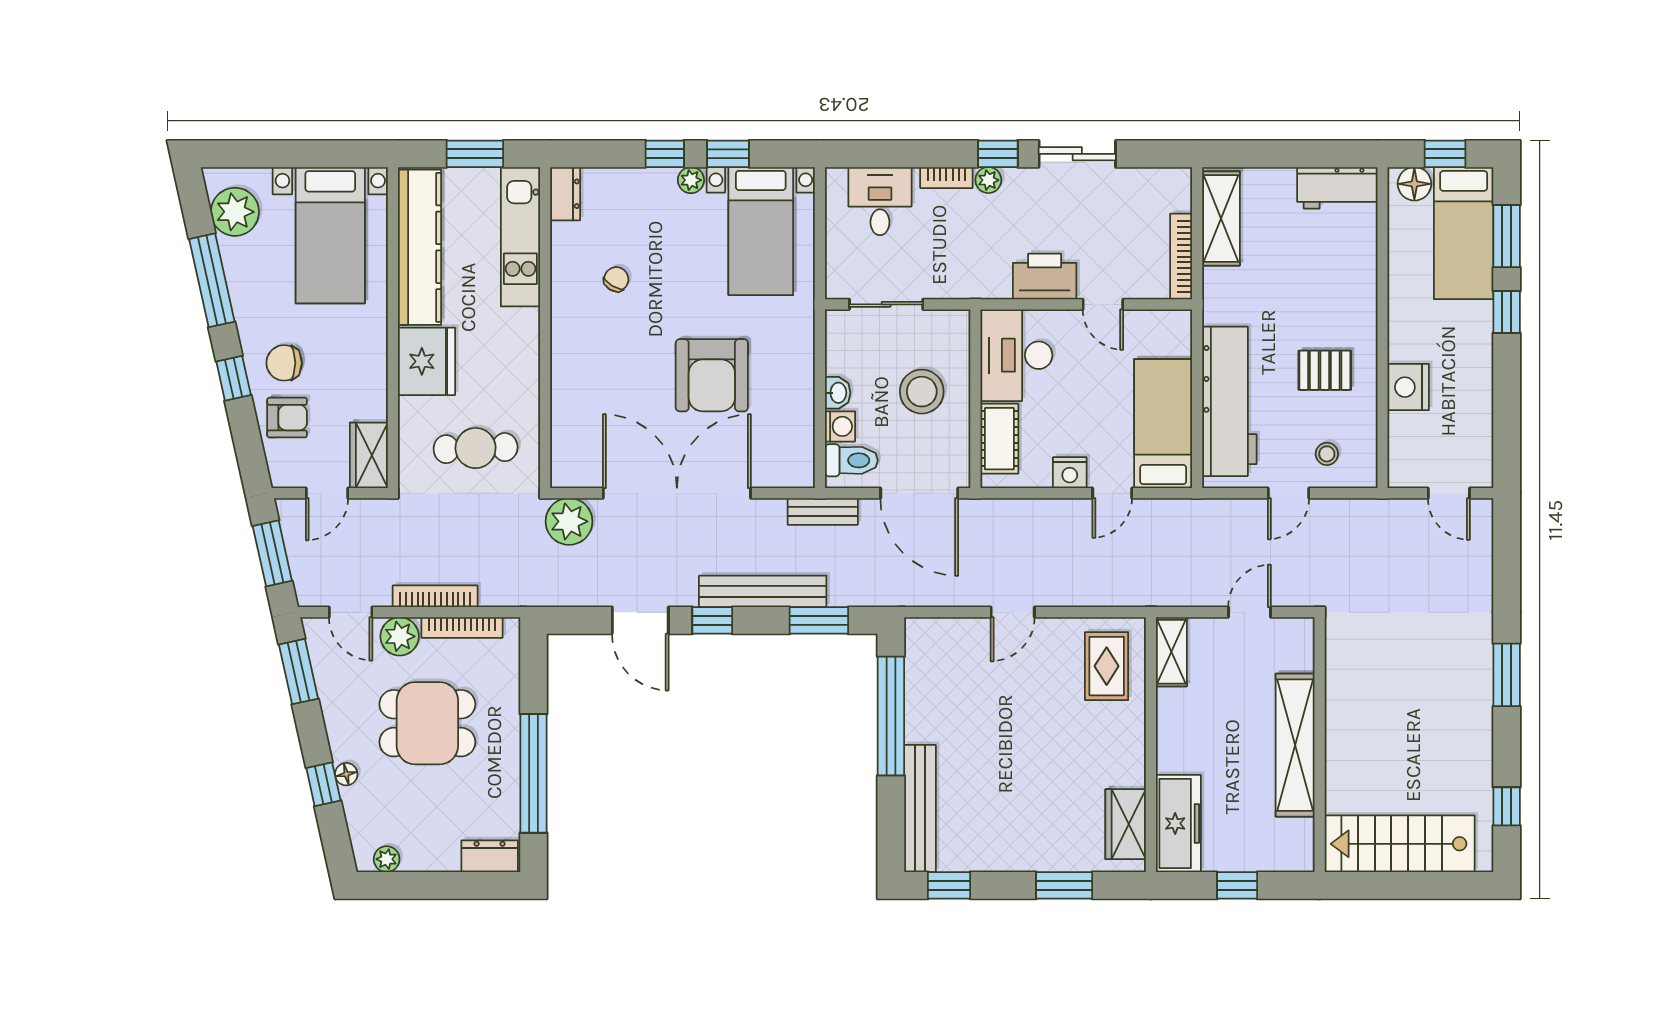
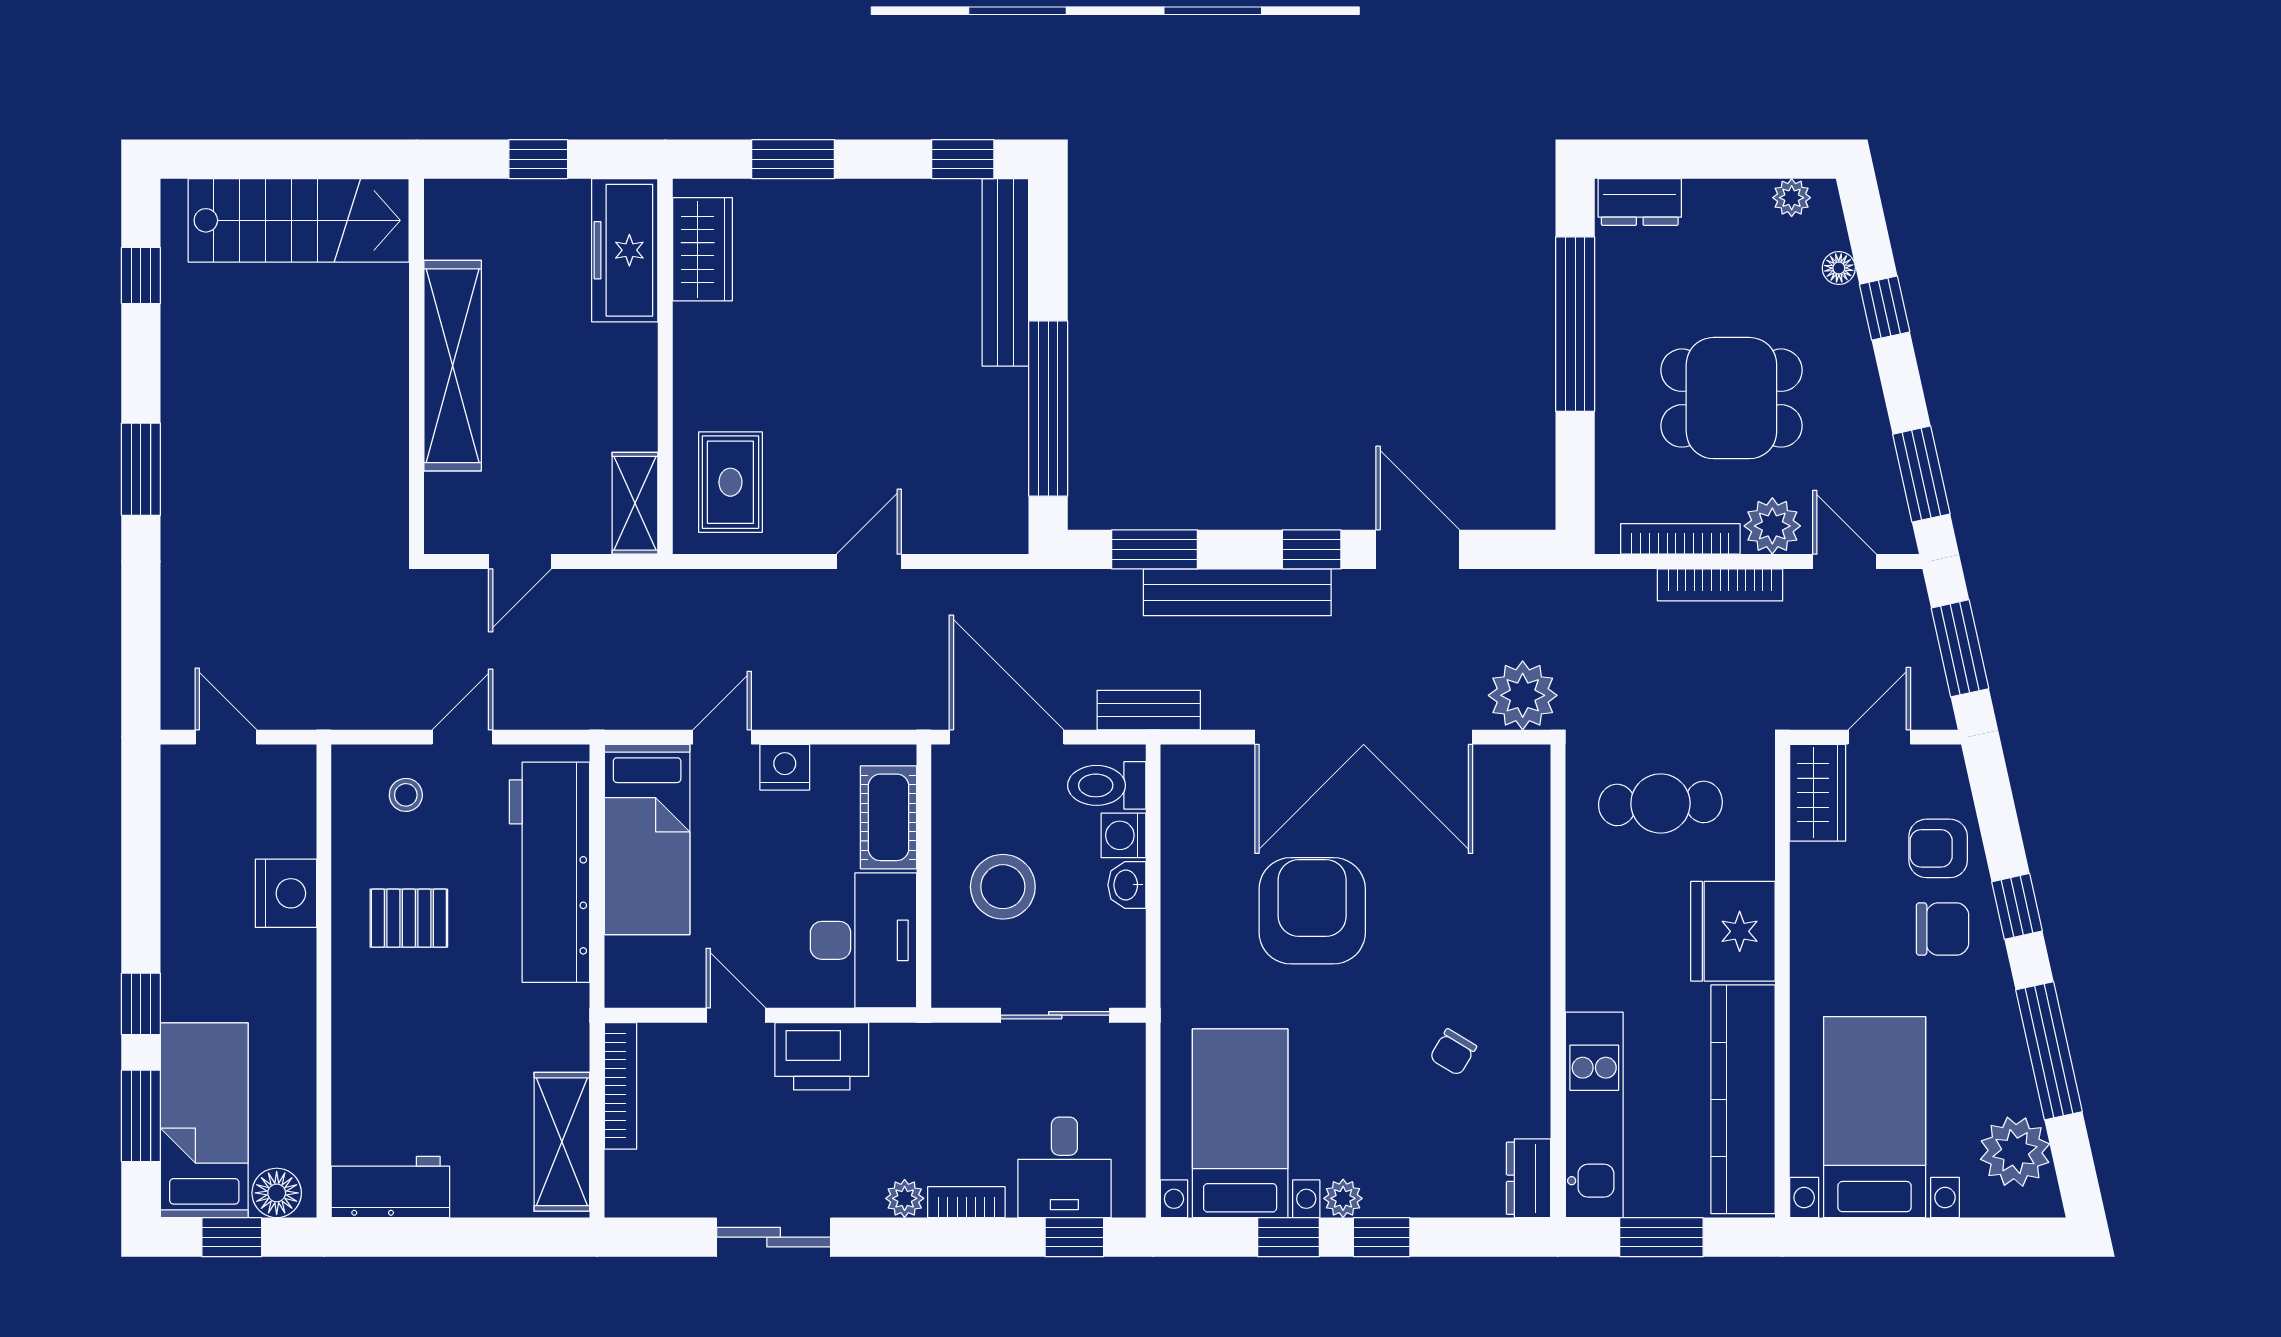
window: (998, 154) -> (1074, 1237), moved
floor lamp: (346, 774) -> (1839, 268), moved

